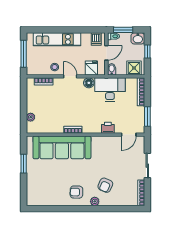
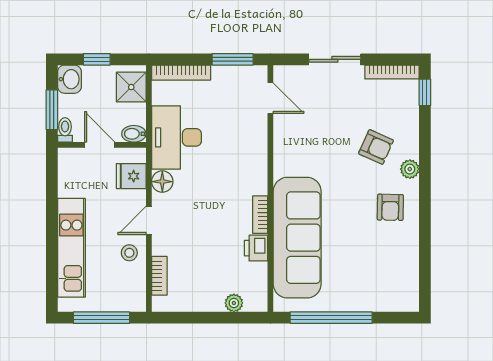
dishwasher: (96, 39) -> (71, 166), removed
printer: (108, 128) -> (256, 248), moved
window: (24, 164) -> (331, 318), width x2.11
window: (132, 209) -> (425, 92), added

